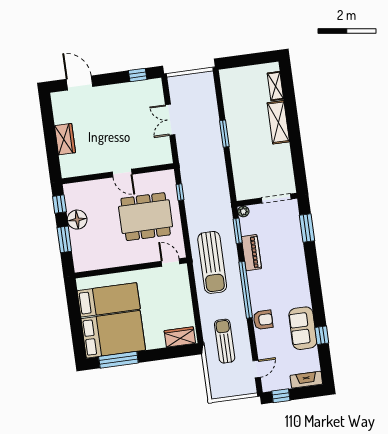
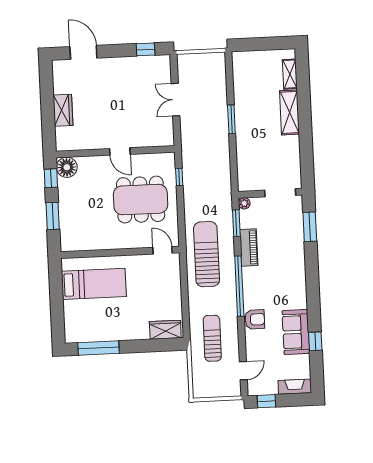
floor lamp: (77, 220) -> (67, 167), moved
sun lounger: (212, 262) -> (207, 254), turned 180
bed: (113, 334) -> (95, 321), removed

